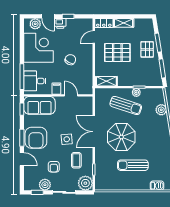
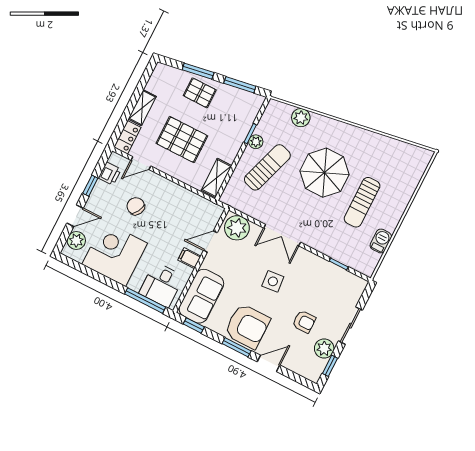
printer: (60, 23) -> (110, 174), moved
door: (94, 37) -> (141, 163), hinge flipped
pallet: (117, 53) -> (182, 140), turned 90
chair: (70, 60) -> (136, 206), moved
double door: (94, 132) -> (282, 235), width x0.73
parasol: (121, 137) -> (324, 173), moved
coffee table: (76, 160) -> (312, 283), removed
plant: (85, 183) -> (237, 228), moved
barbecue: (157, 186) -> (381, 241), moved

